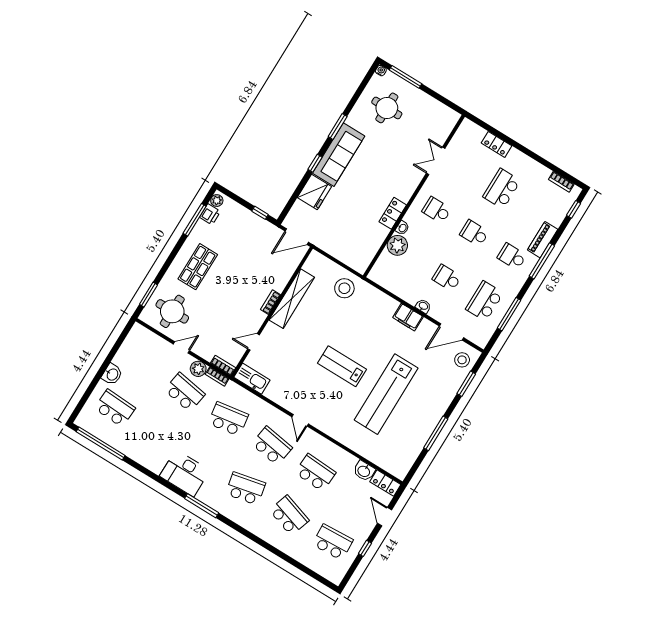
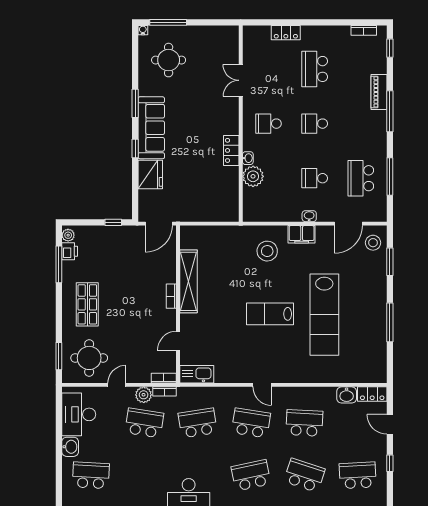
school desk: (512, 256) -> (361, 124), removed
stool: (344, 288) -> (267, 251), moved
desk: (135, 352) -> (79, 414), added

